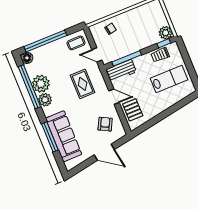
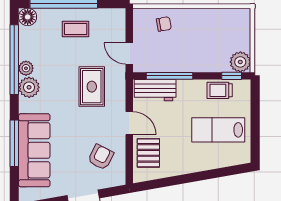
coffee table: (76, 43) -> (76, 29), moved
lab bench: (169, 79) -> (218, 130), turned 180
plant: (41, 84) -> (26, 68), width x0.53, depth x0.53

